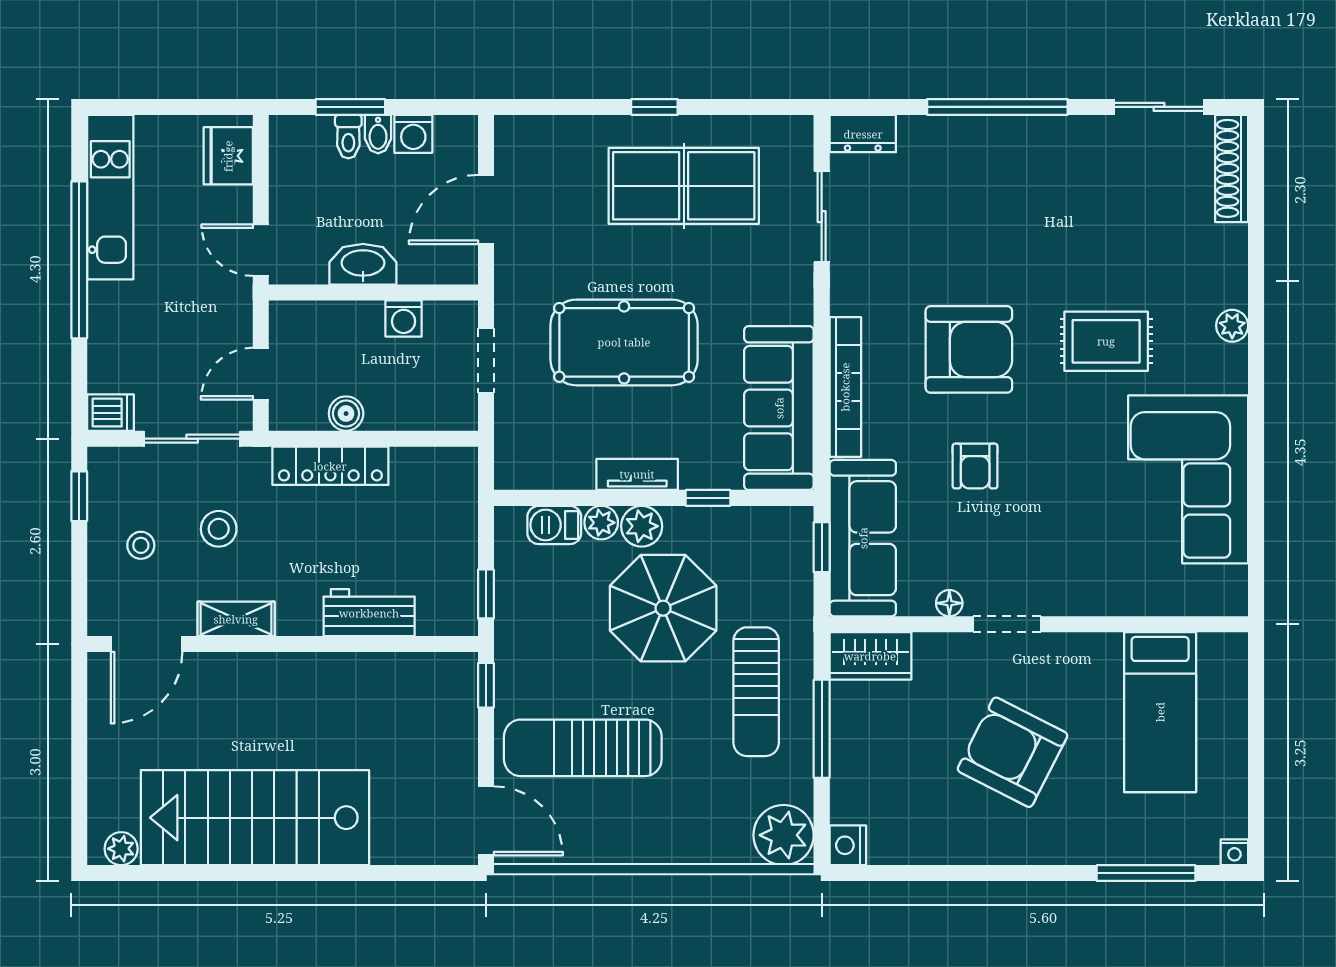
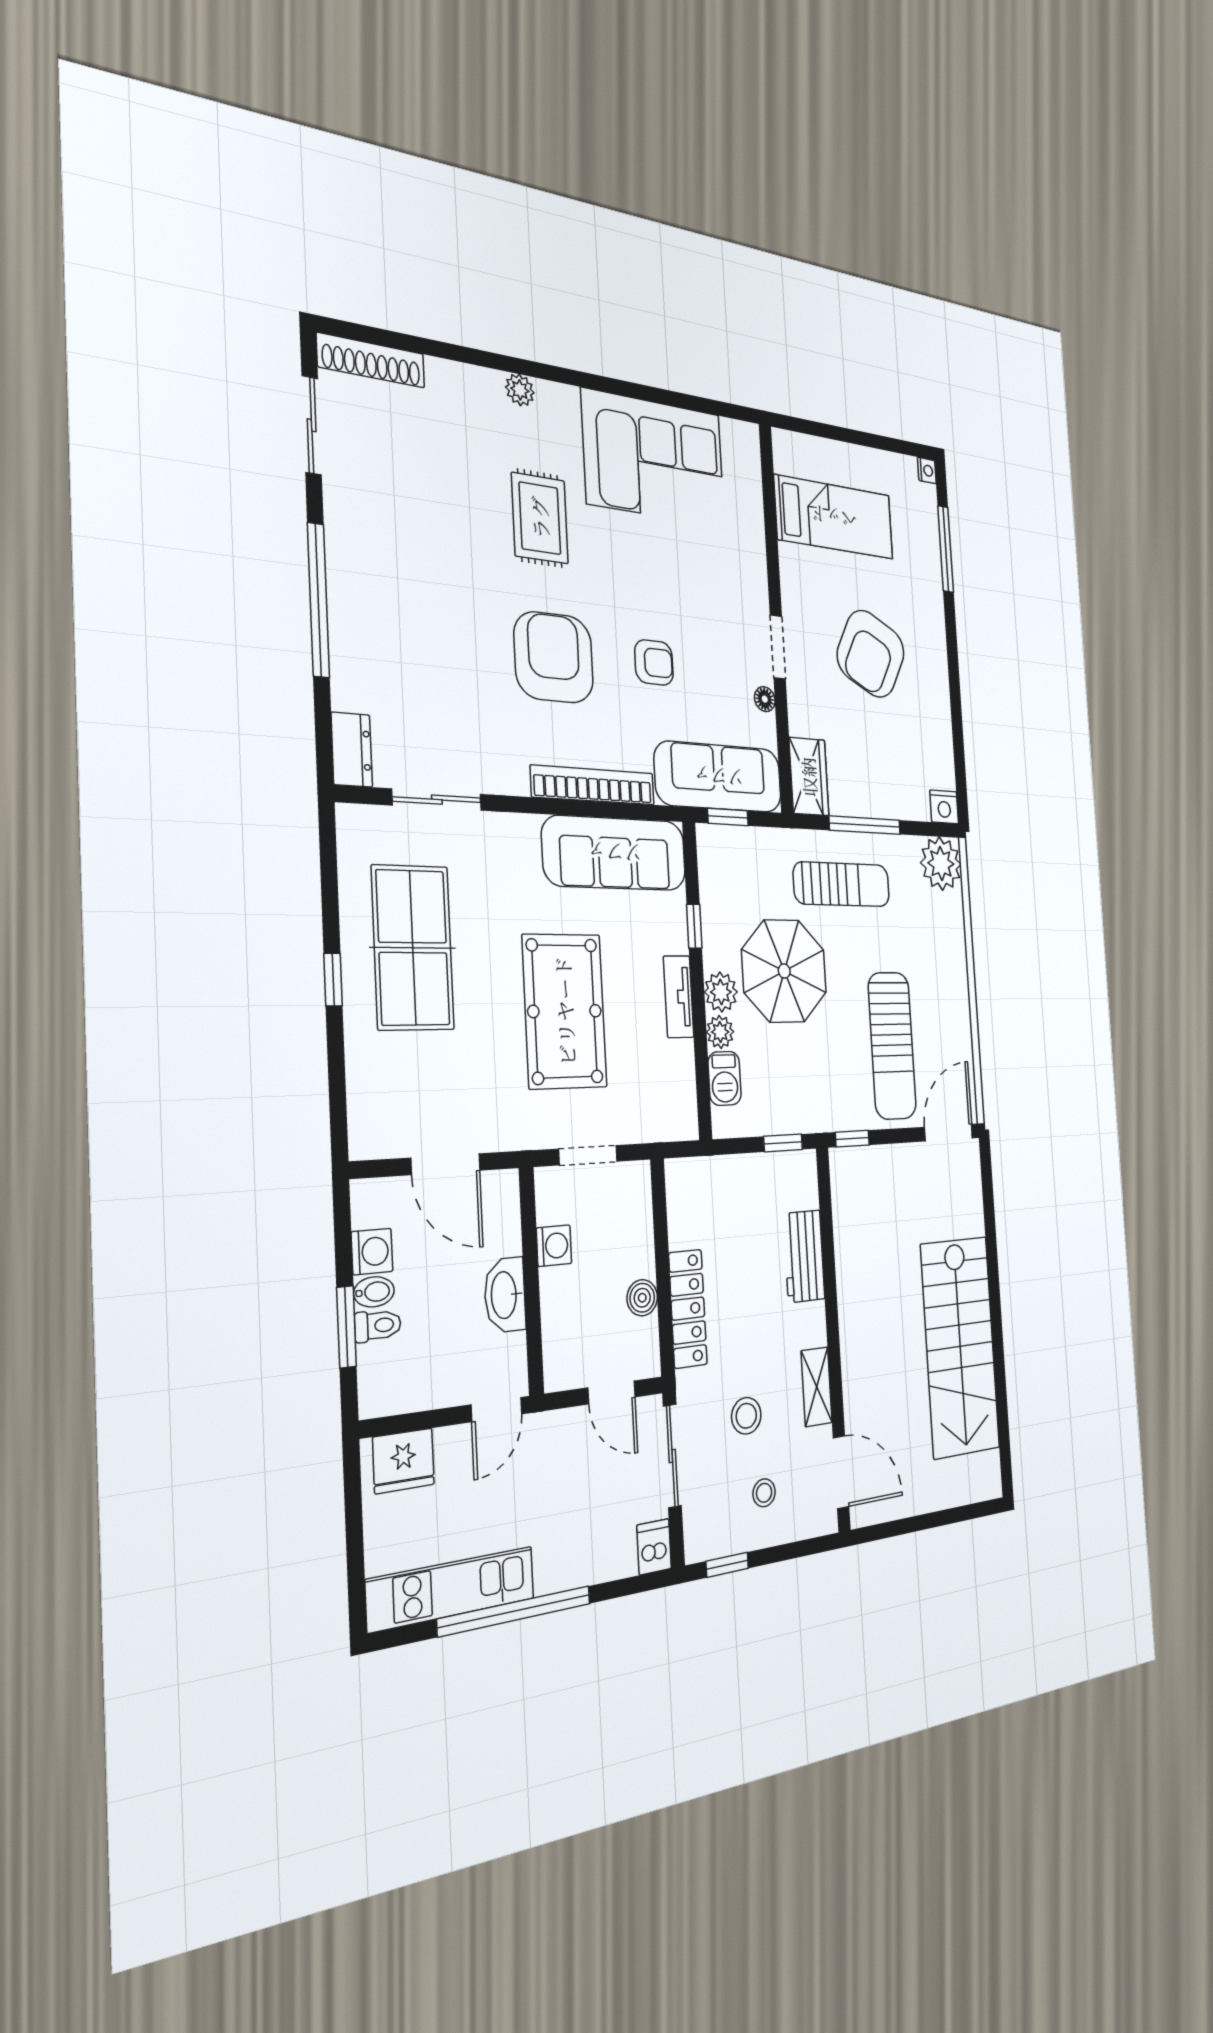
plant: (121, 849) -> (989, 1468), removed

